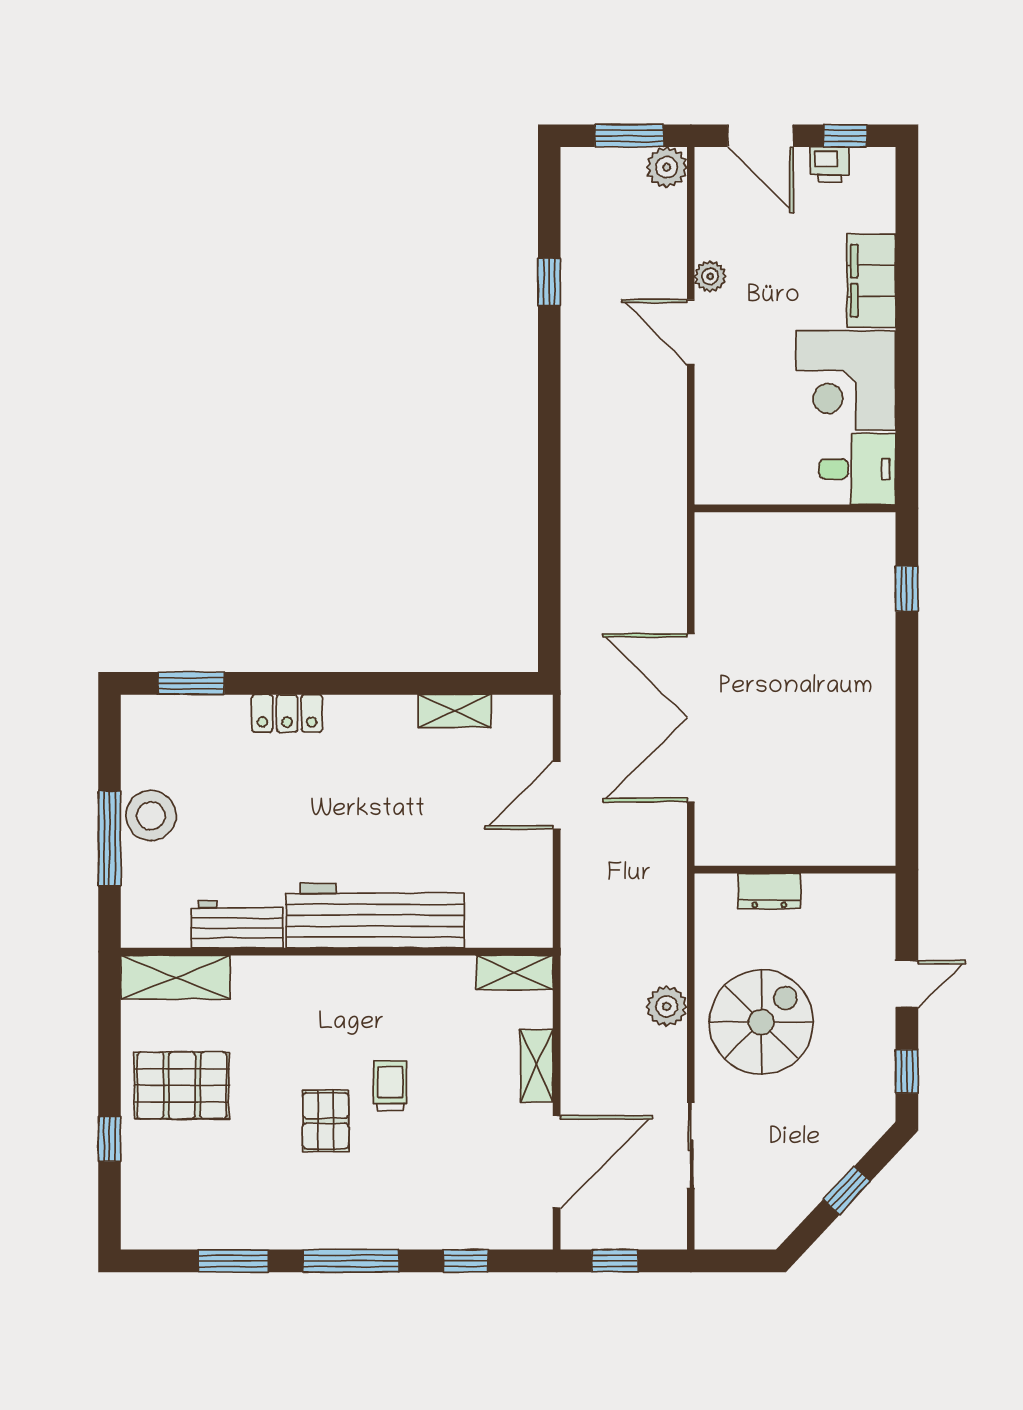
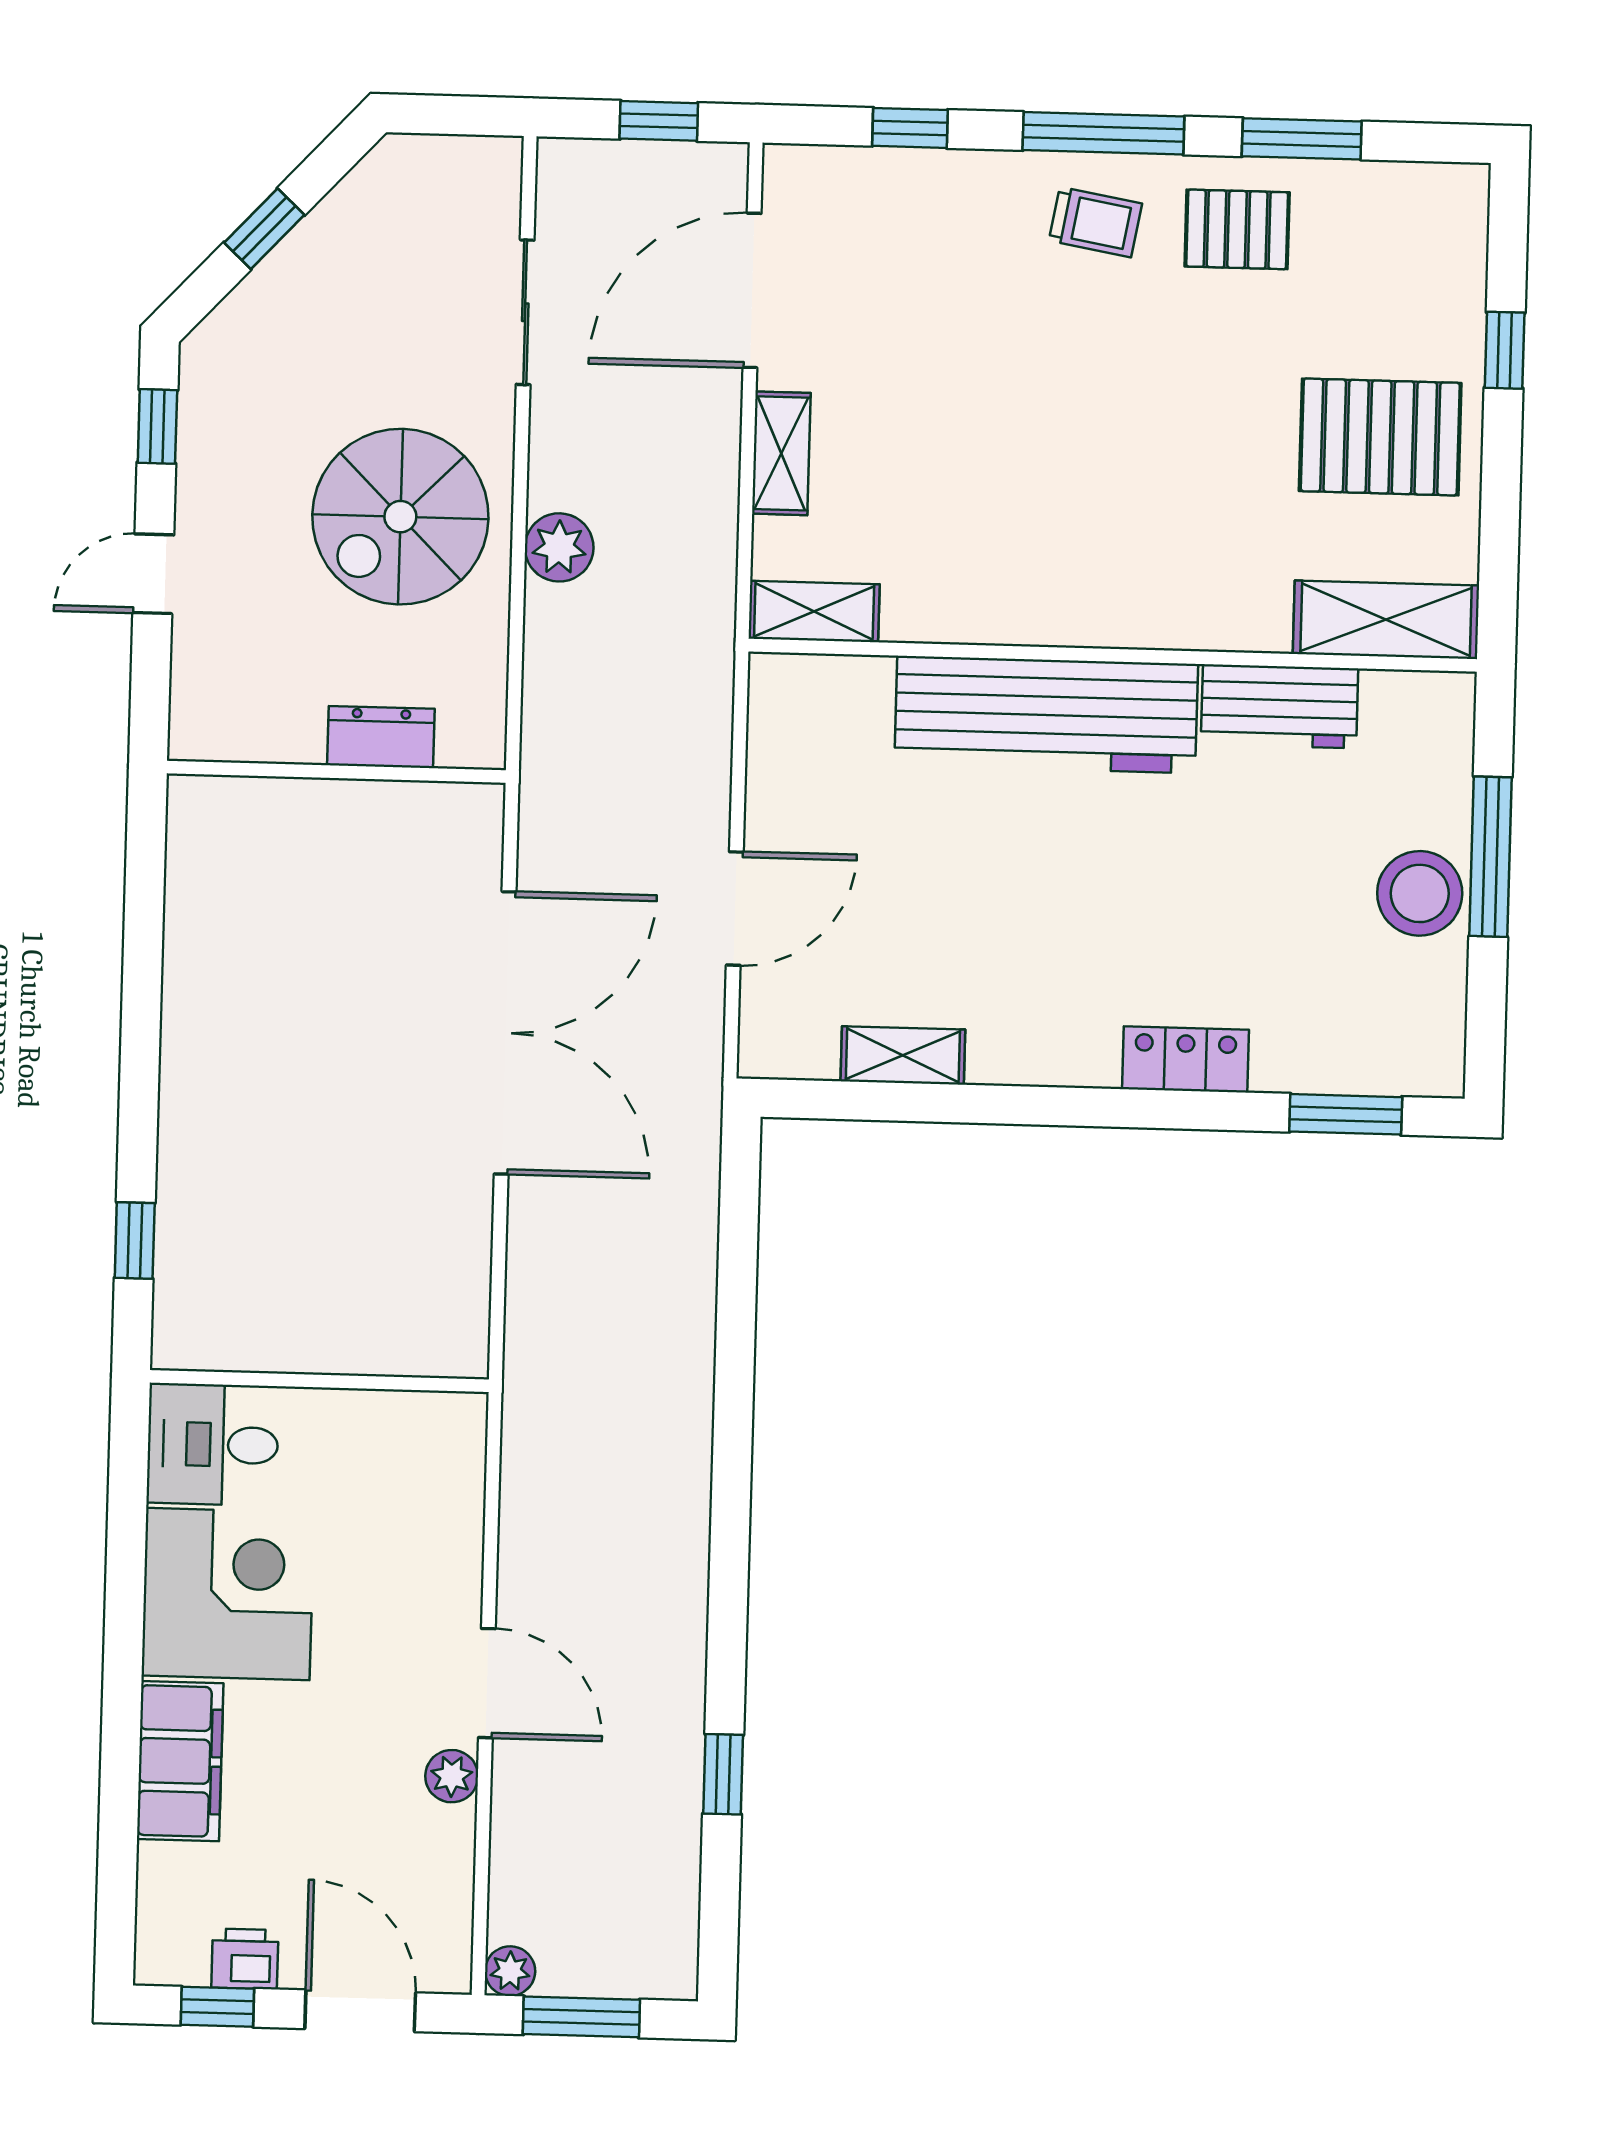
plant: (667, 167) -> (510, 1971), width x0.73, depth x0.73
trolley: (390, 1086) -> (1095, 222), moved, turned -80
pallet: (326, 1121) -> (1237, 229), moved, turned 90

